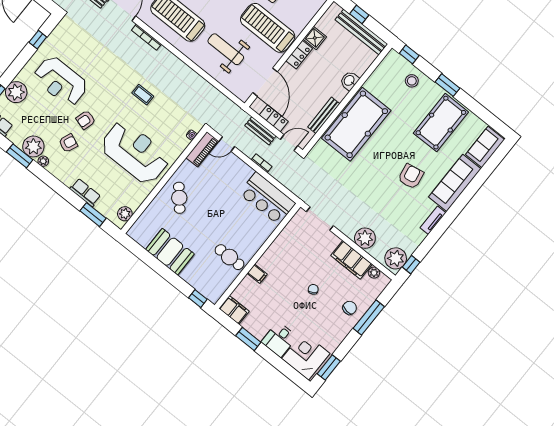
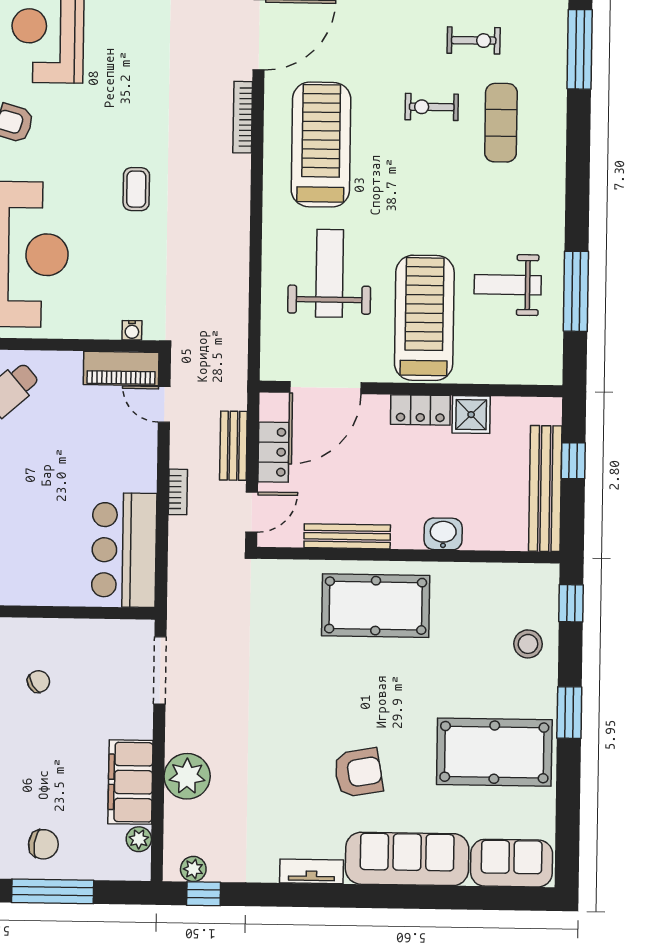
pool table: (356, 124) -> (376, 606), width x0.73, depth x0.76
door: (289, 143) -> (252, 512), hinge flipped
plant: (396, 258) -> (193, 869), width x0.53, depth x0.53
chair: (313, 289) -> (38, 682), moved

